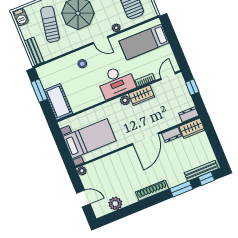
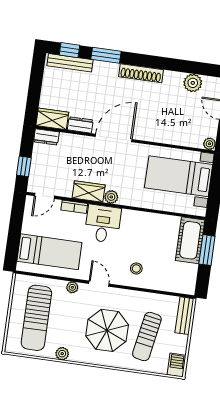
desk: (116, 82) -> (103, 224), width x0.73
window: (39, 91) -> (207, 250), moved

